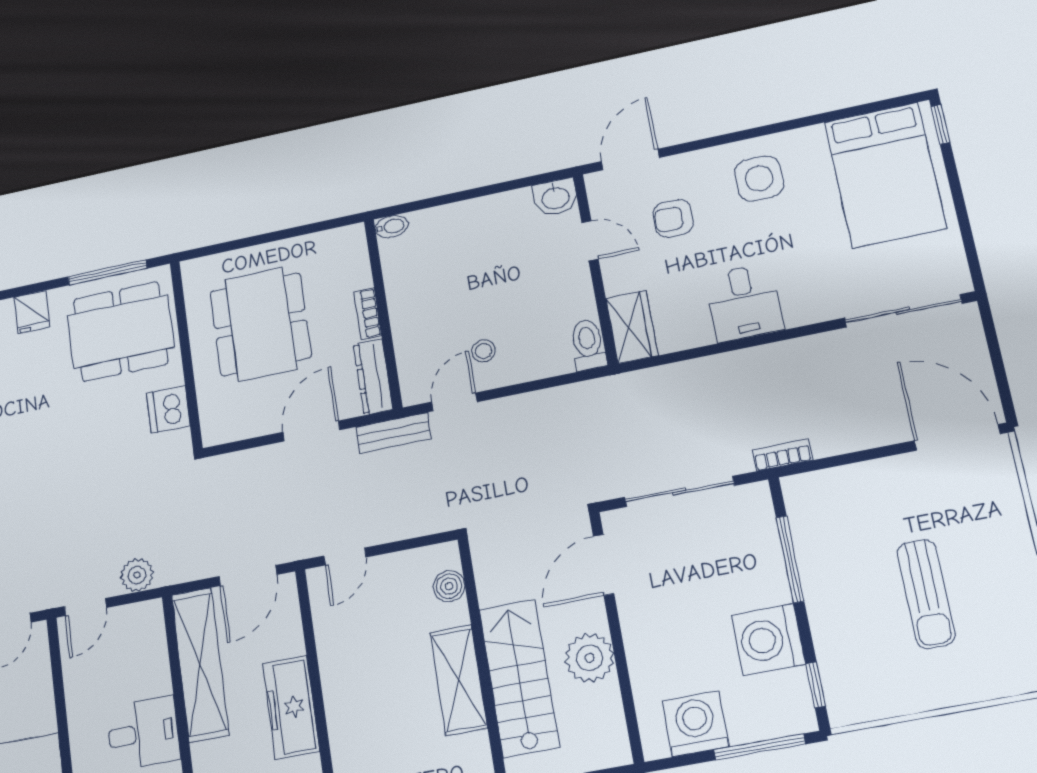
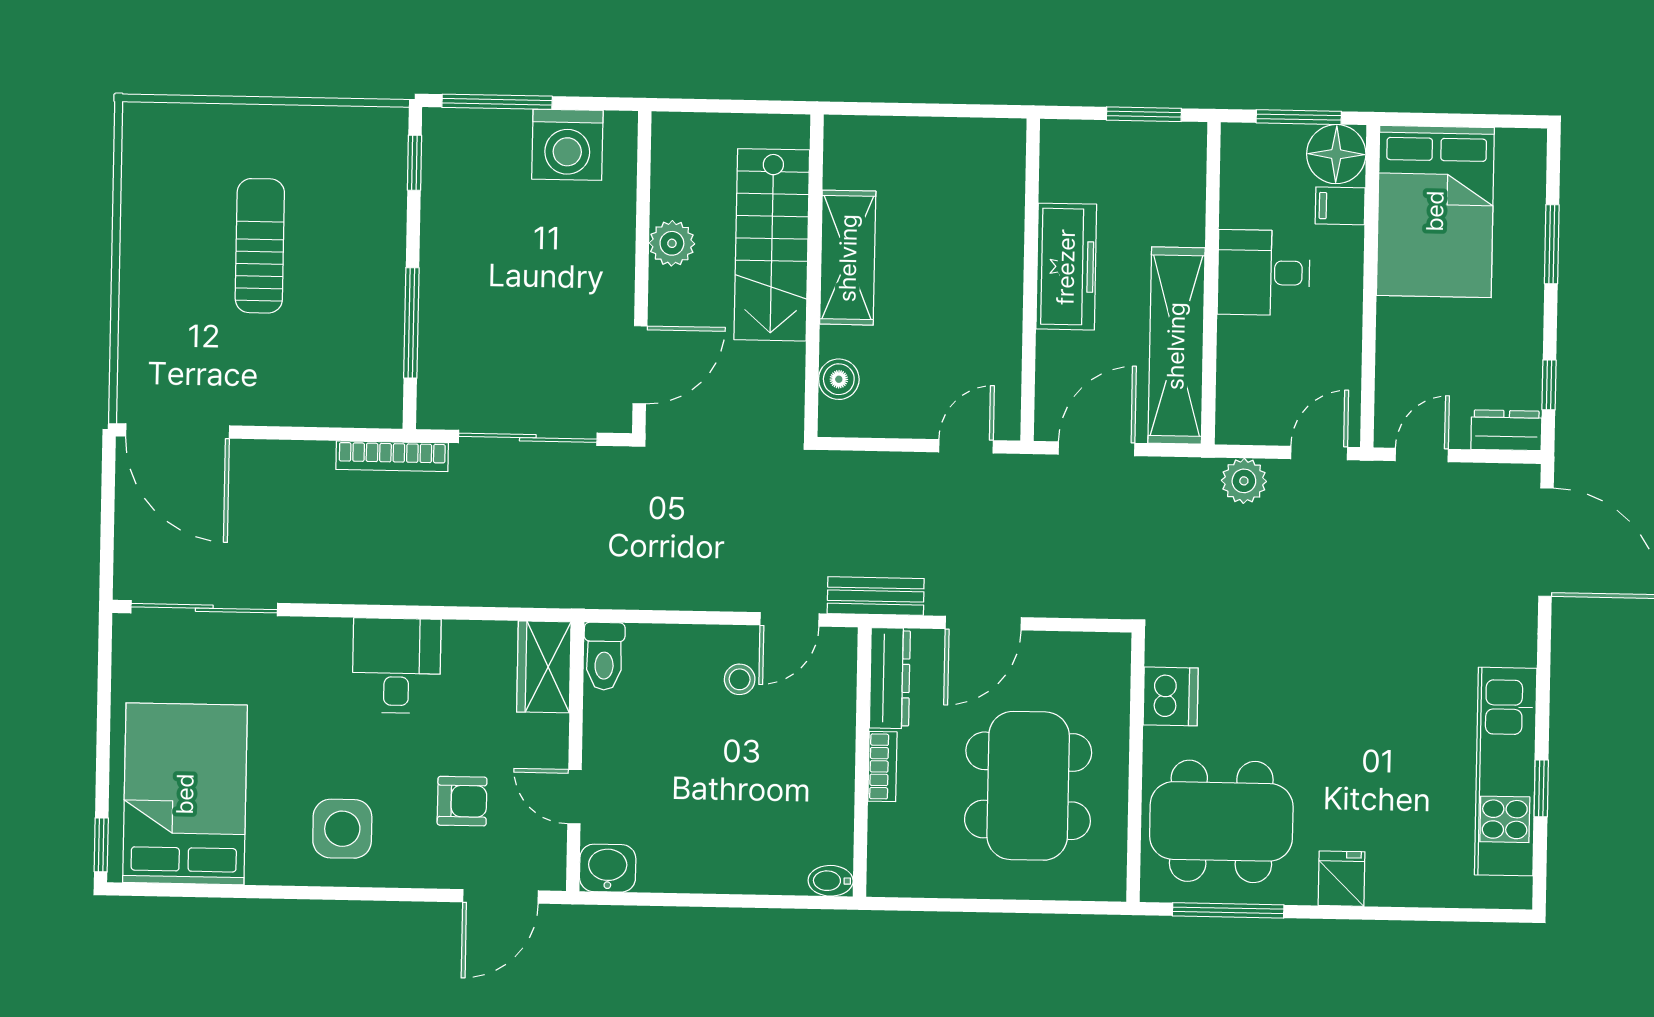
bookcase: (782, 455) -> (392, 456), width x1.56
washing machine: (768, 639) -> (459, 229), removed
plant: (589, 658) -> (672, 243), width x0.73, depth x0.73

